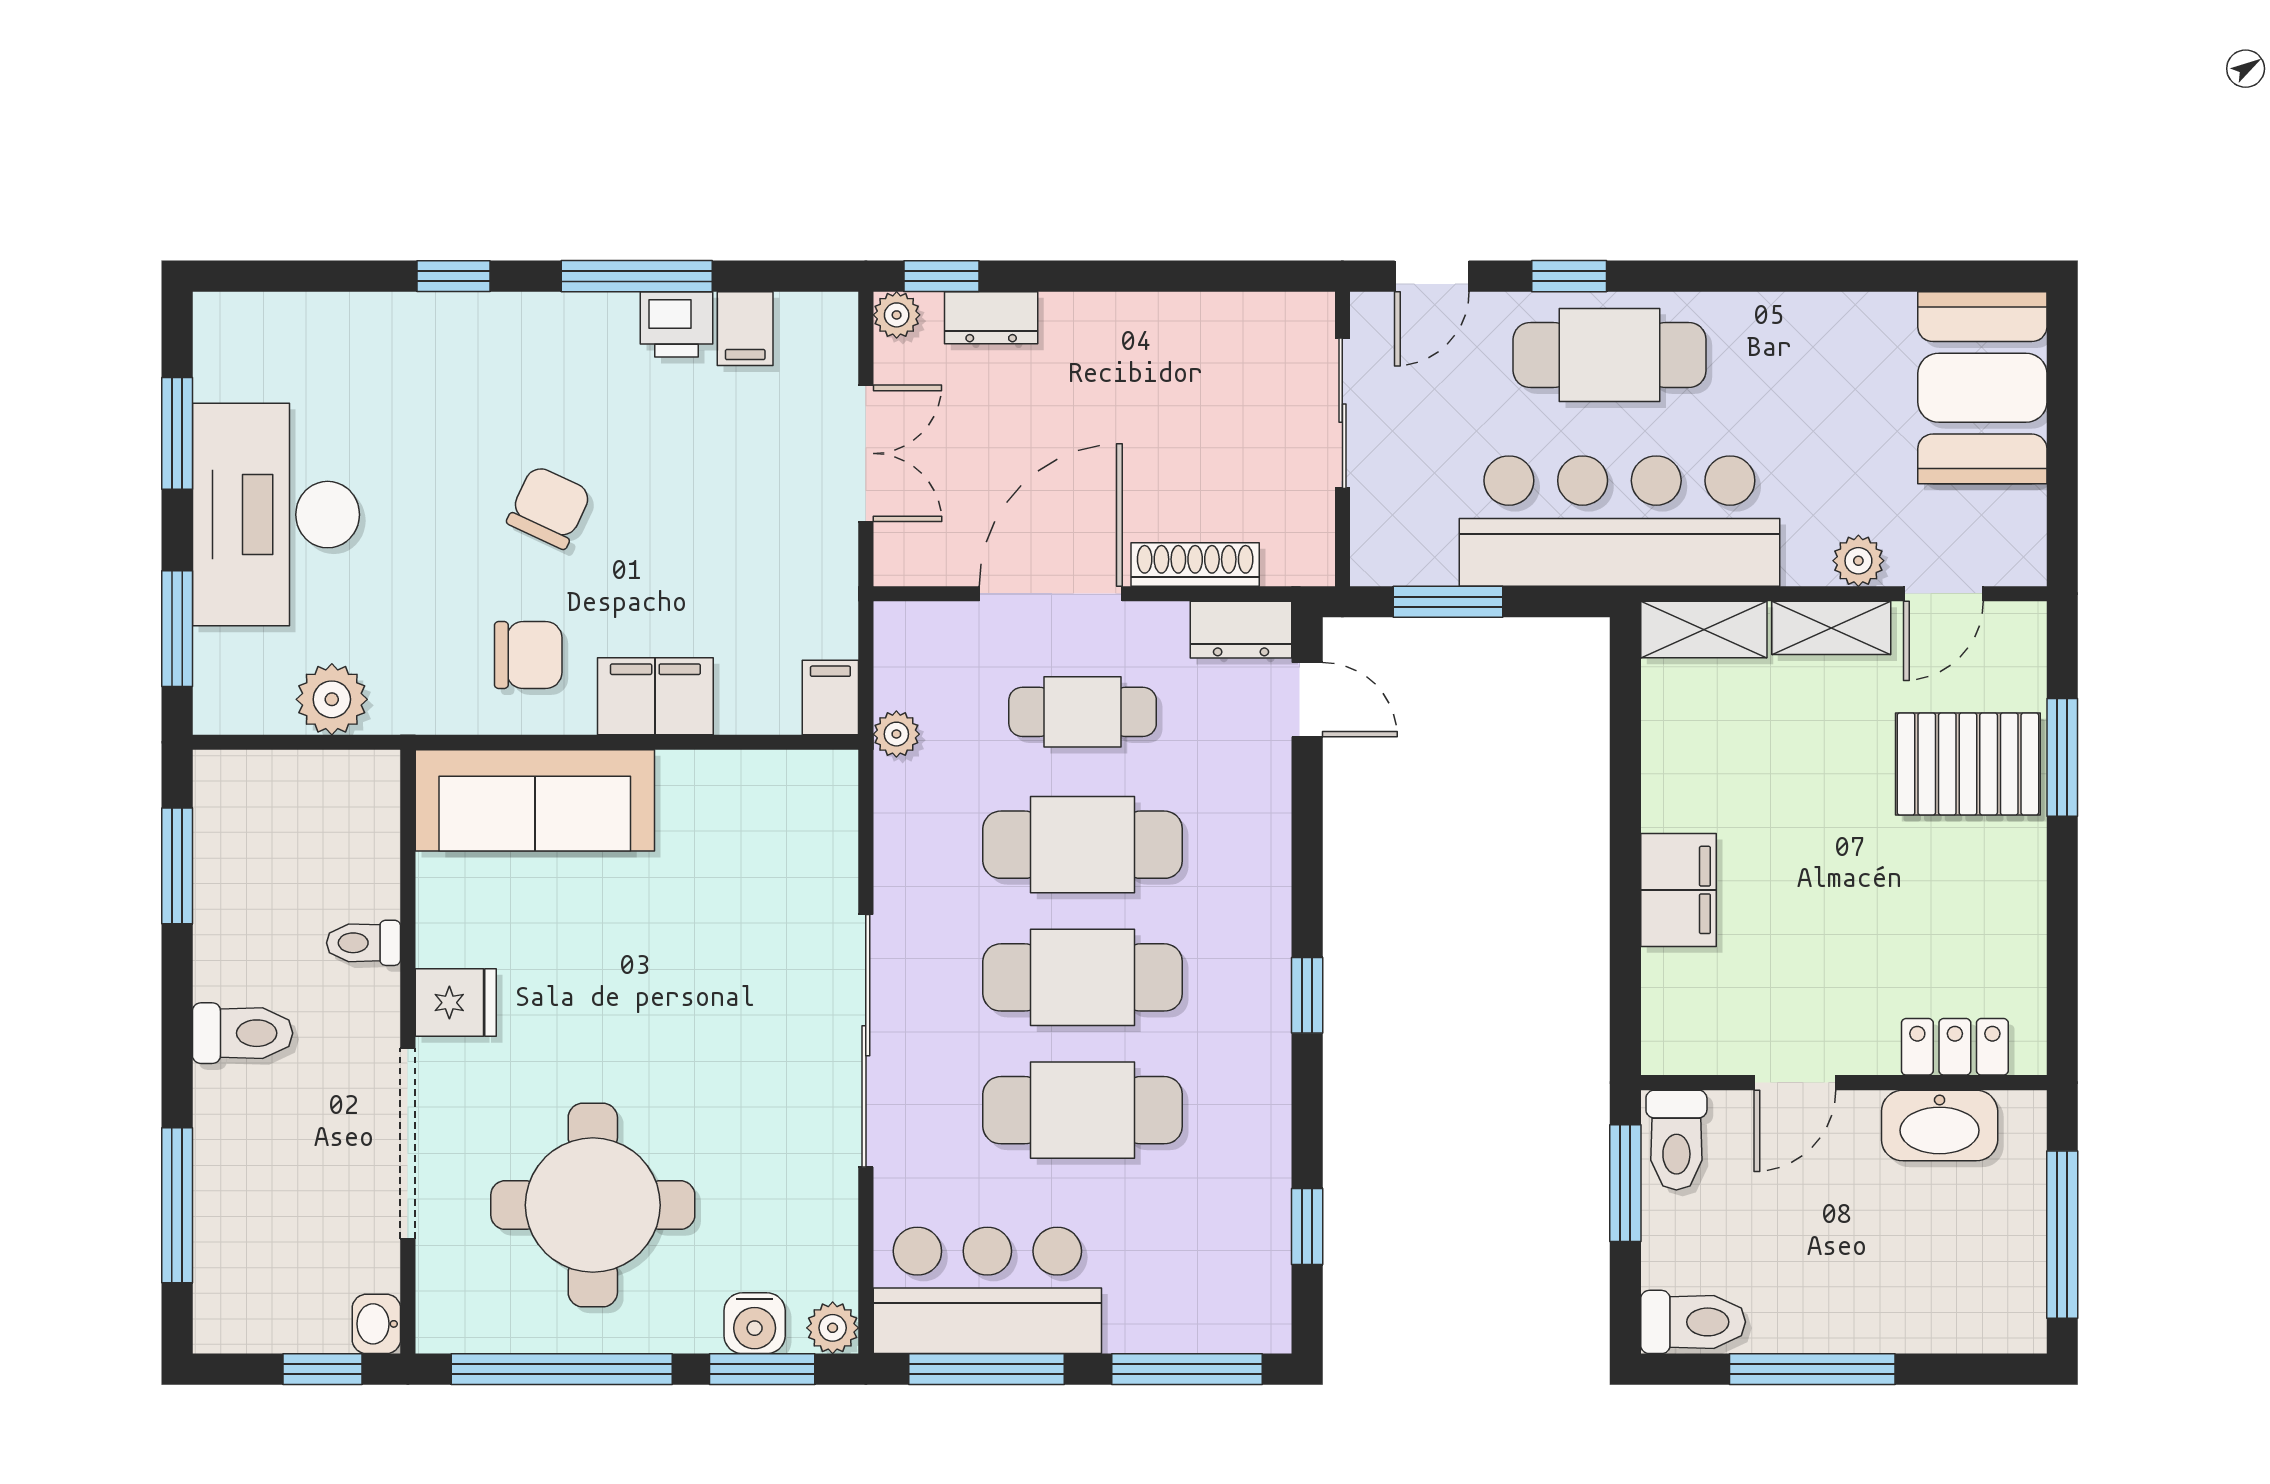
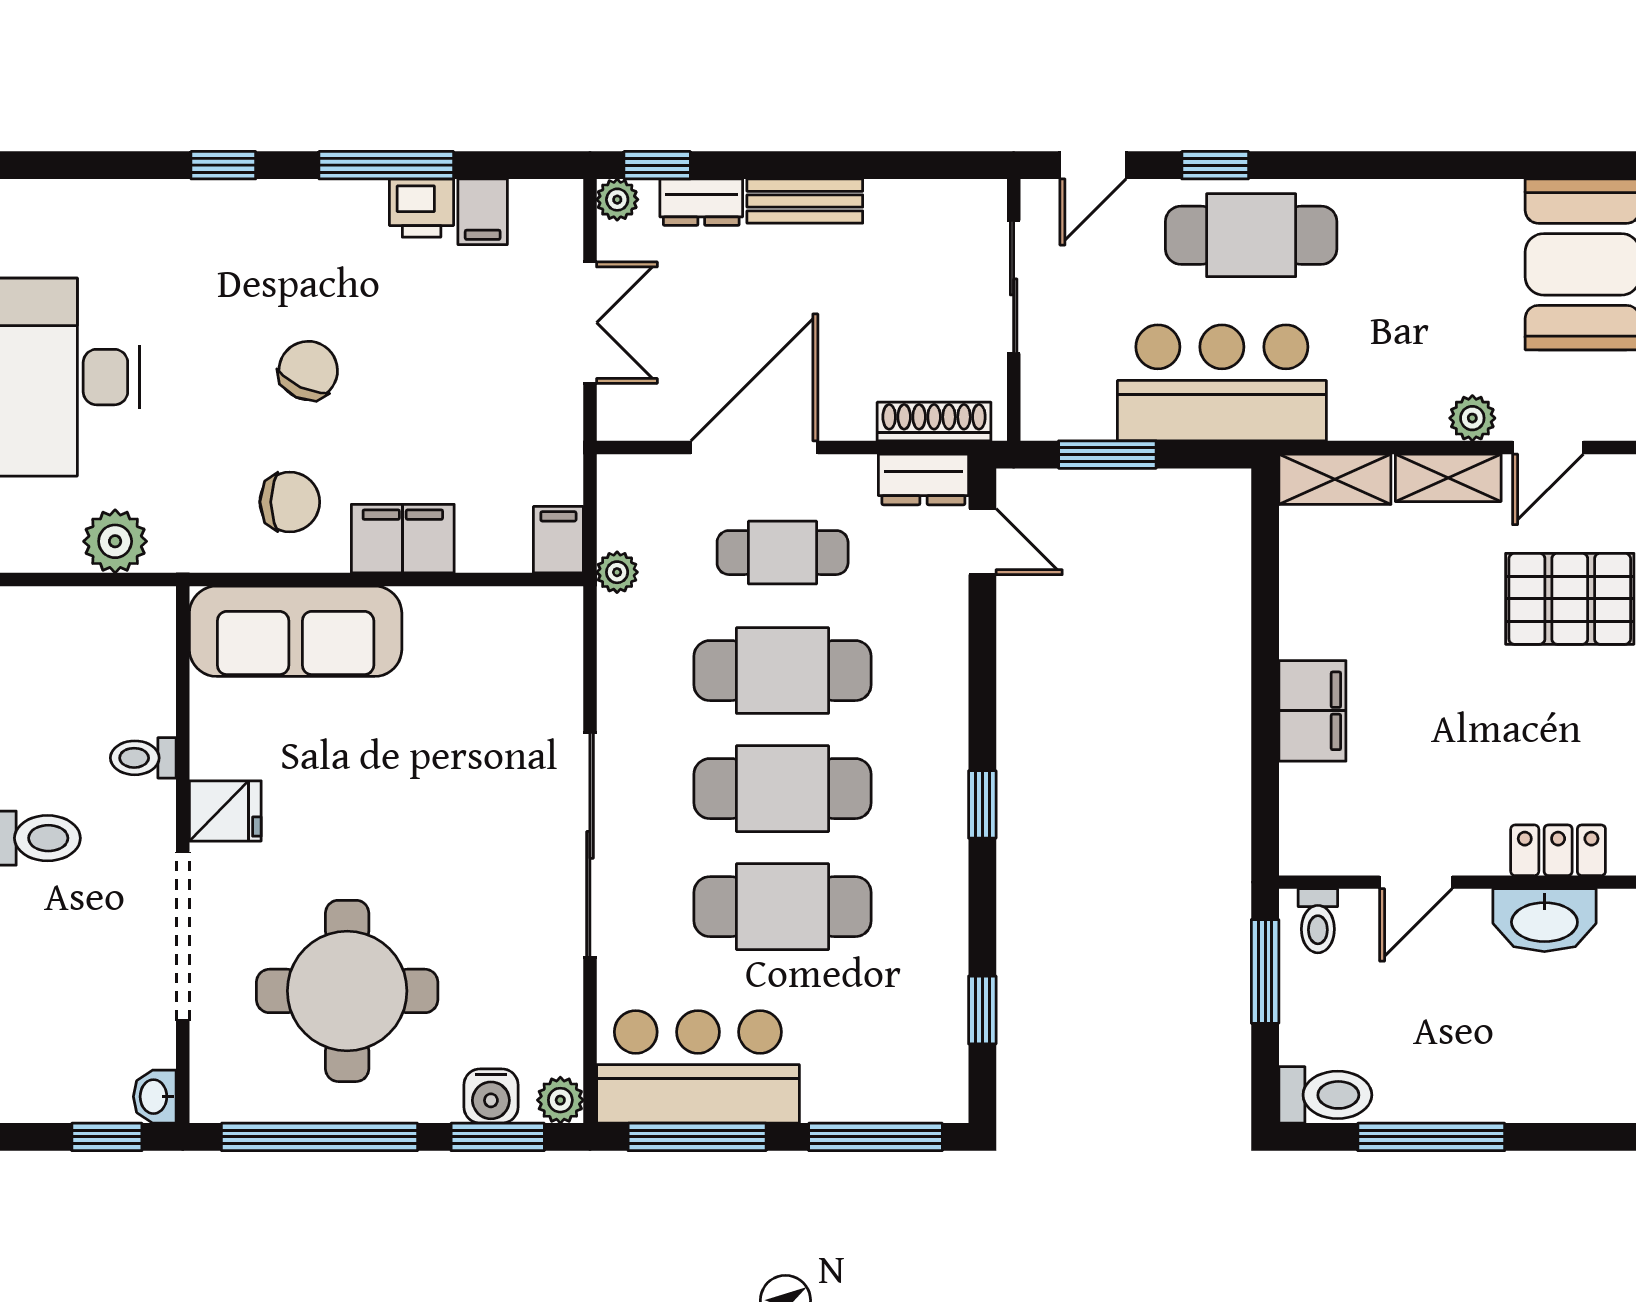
bench: (1108, 317) -> (805, 201), added
bar counter: (1619, 521) -> (1222, 383), width x0.73
shoe rack: (1195, 565) -> (934, 421), moved
toilet: (1676, 1140) -> (1318, 921), width x0.73, depth x0.72

